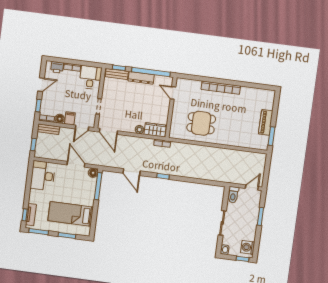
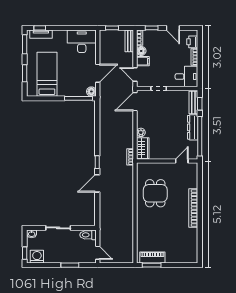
piano: (266, 122) -> (152, 257), moved
door: (132, 172) -> (97, 183), moved

